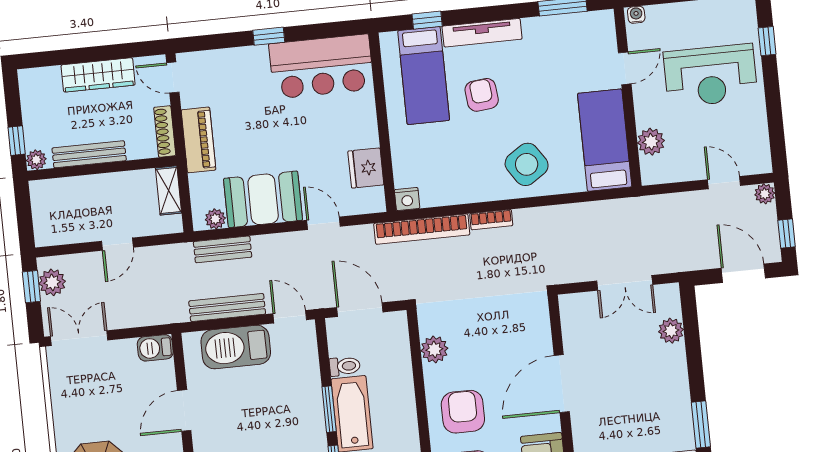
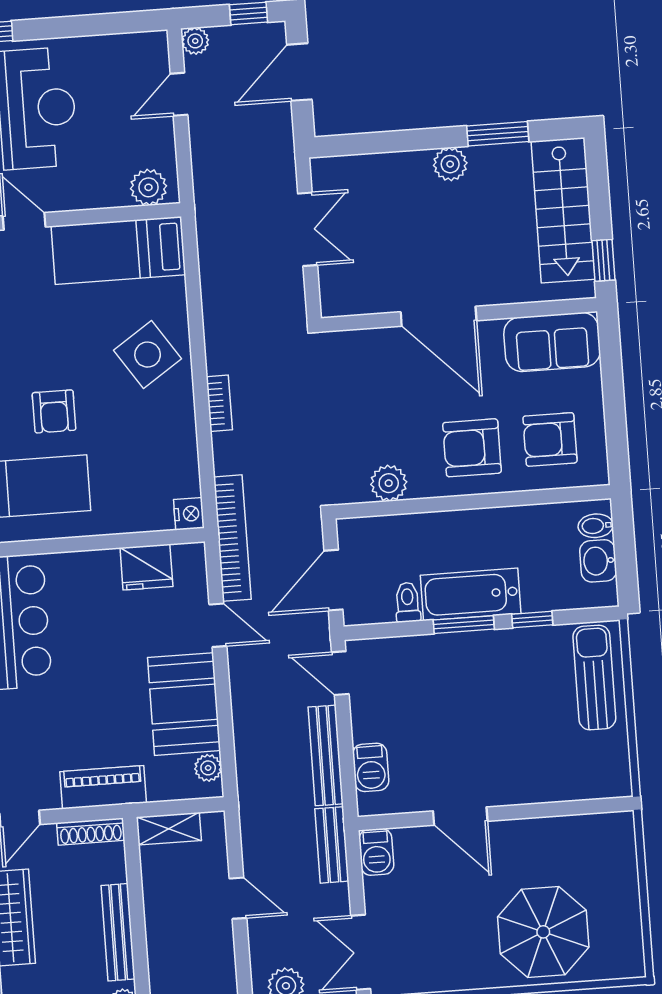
armchair: (482, 95) -> (54, 411), turned -84
plant: (651, 142) -> (149, 187), moved
door: (323, 223) -> (218, 625), swing flipped
bookcase: (422, 229) -> (232, 538), moved
bench: (223, 249) -> (332, 845), moved
door: (290, 317) -> (340, 673), hinge flipped
plant: (671, 331) -> (450, 164), moved
barbecue: (236, 347) -> (371, 767), width x0.53, depth x0.65

